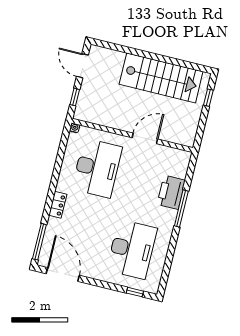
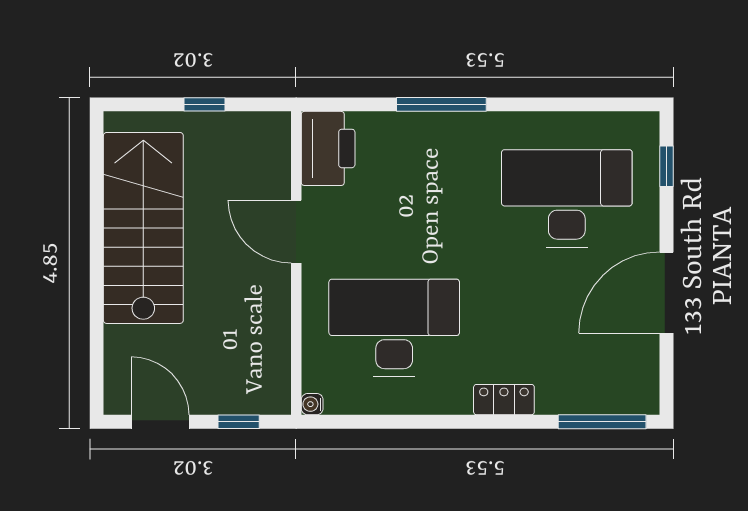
door: (82, 66) -> (160, 422), swing flipped
window: (208, 98) -> (205, 104), moved
printer: (171, 192) -> (328, 148), moved, turned -90
door: (63, 274) -> (666, 293), moved

